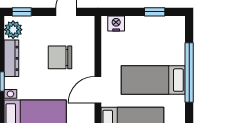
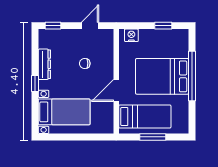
plant: (13, 30) -> (46, 40), removed
chair: (60, 57) -> (85, 63), width x0.54, depth x0.54
bed: (153, 80) -> (162, 76), width x1.50

